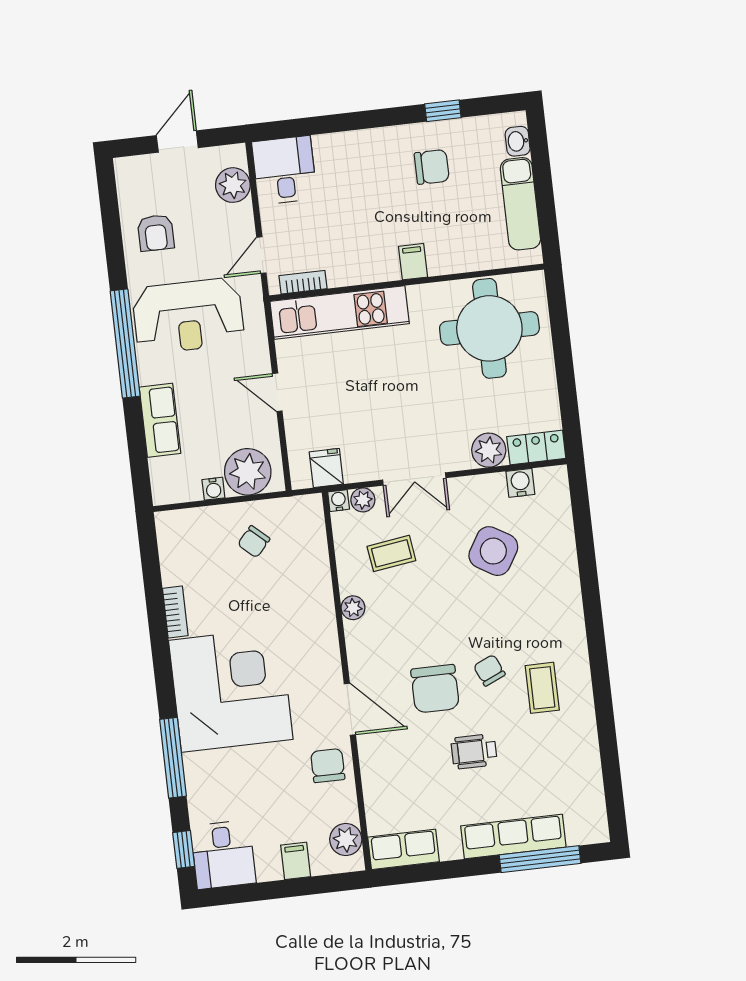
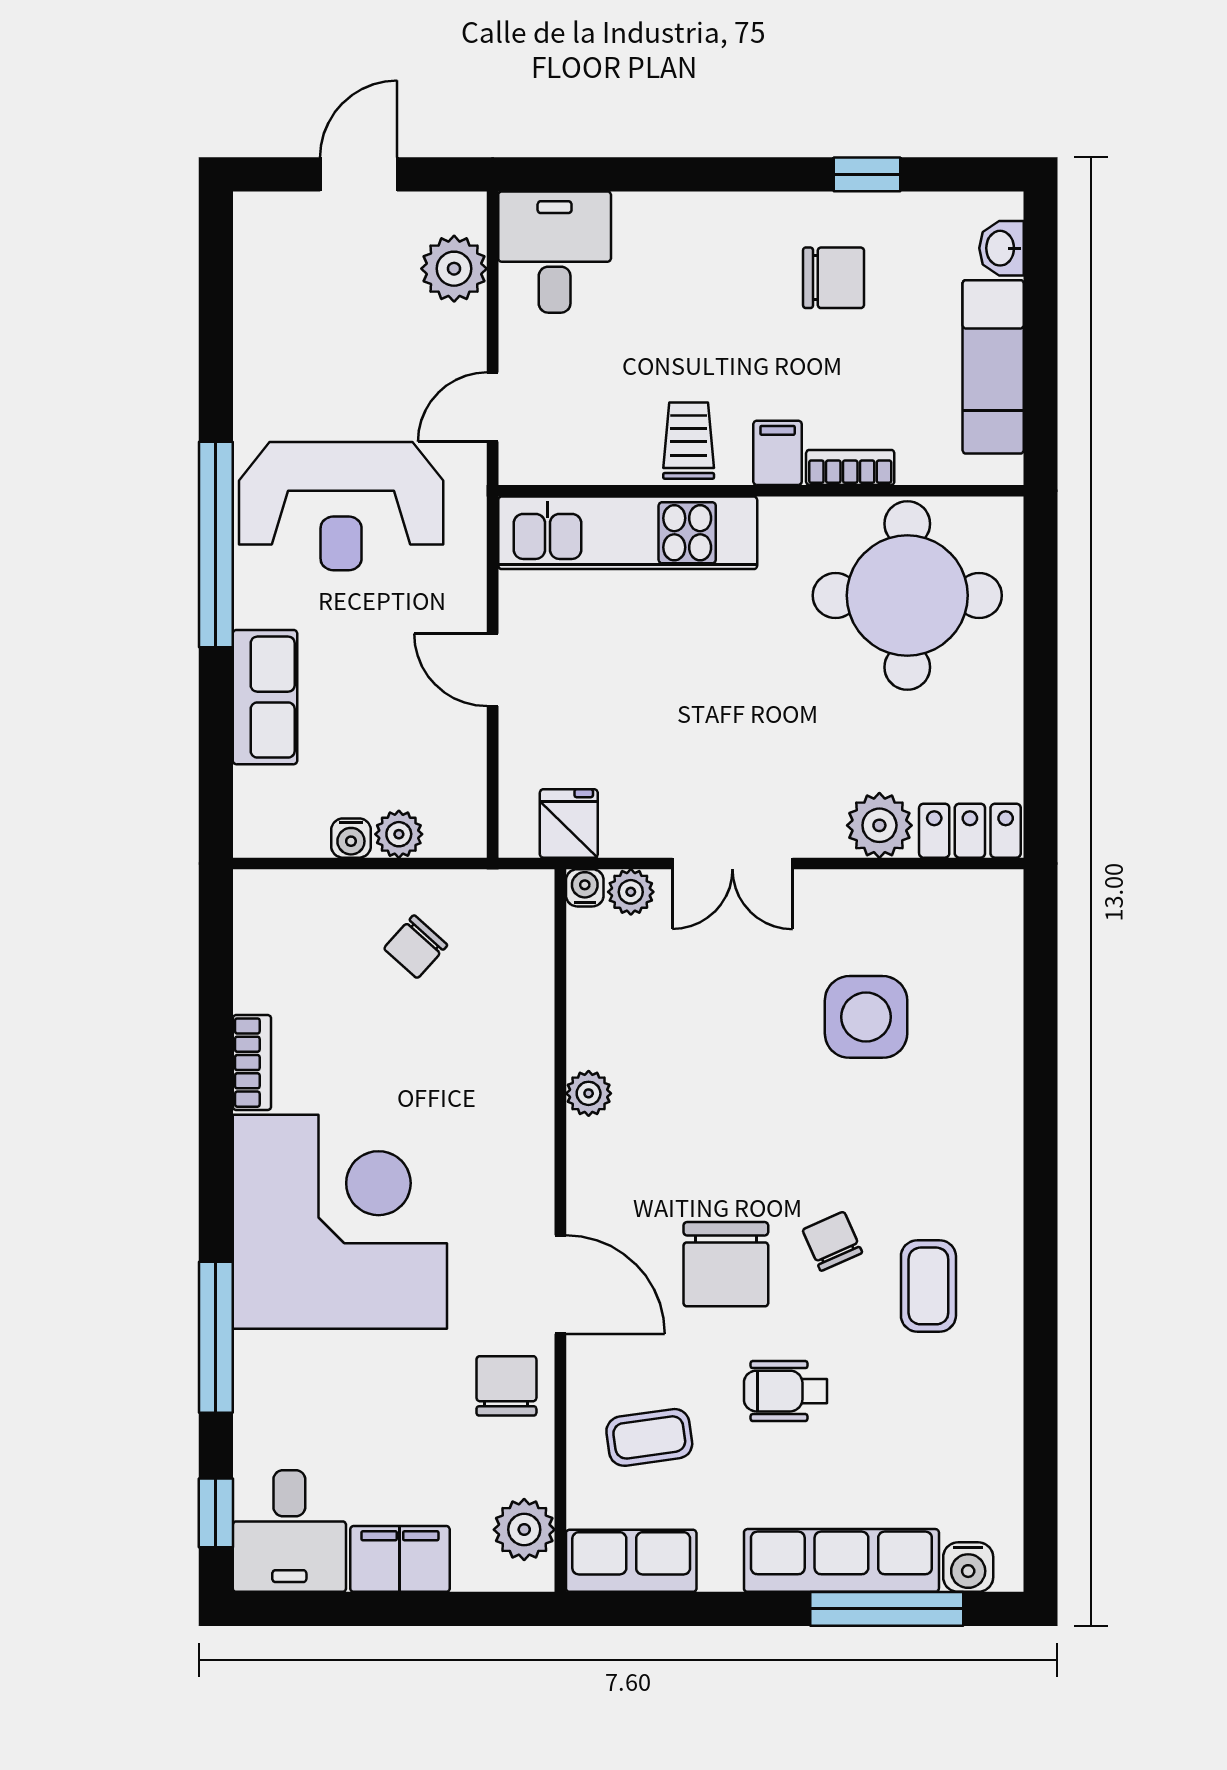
armchair: (156, 233) -> (298, 342), removed
trolley: (366, 261) -> (689, 441), added
bookcase: (303, 282) -> (850, 467), moved
plant: (248, 472) -> (399, 834), width x0.53, depth x0.53
water cooler: (520, 483) -> (968, 1567), moved, turned 180
side table: (493, 551) -> (866, 1017), turned -31
coffee table: (391, 553) -> (649, 1437), moved
filing cabinet: (296, 861) -> (400, 1559), width x2.00

